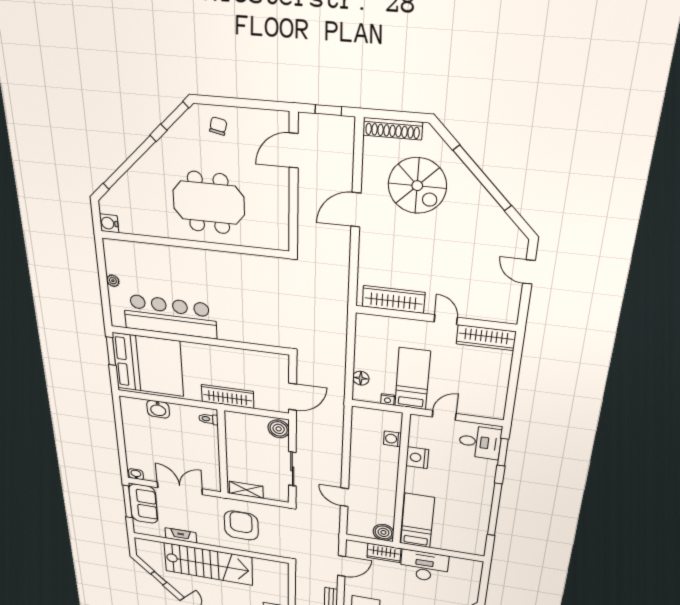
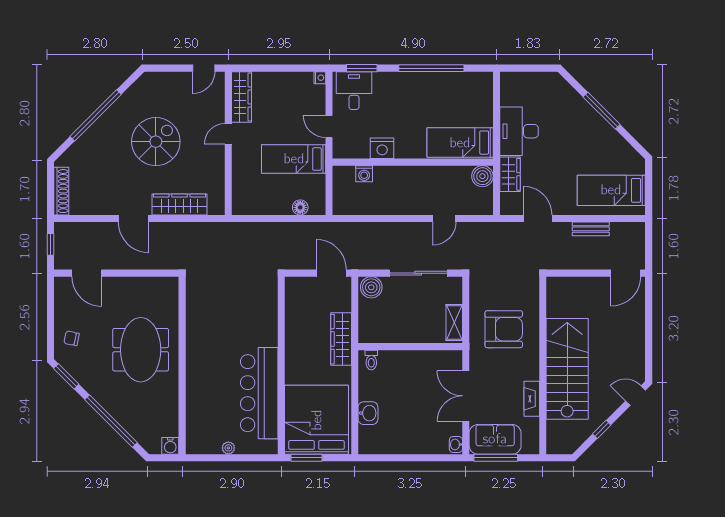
spiral stairs: (417, 186) -> (156, 142), moved
door: (529, 272) -> (204, 68), moved
wardrobe: (393, 299) -> (180, 204), moved, turned 90
nightstand: (388, 399) -> (320, 78), moved
sliding door: (292, 469) -> (418, 273), width x1.37
armchair: (241, 525) -> (504, 329), turned 180

